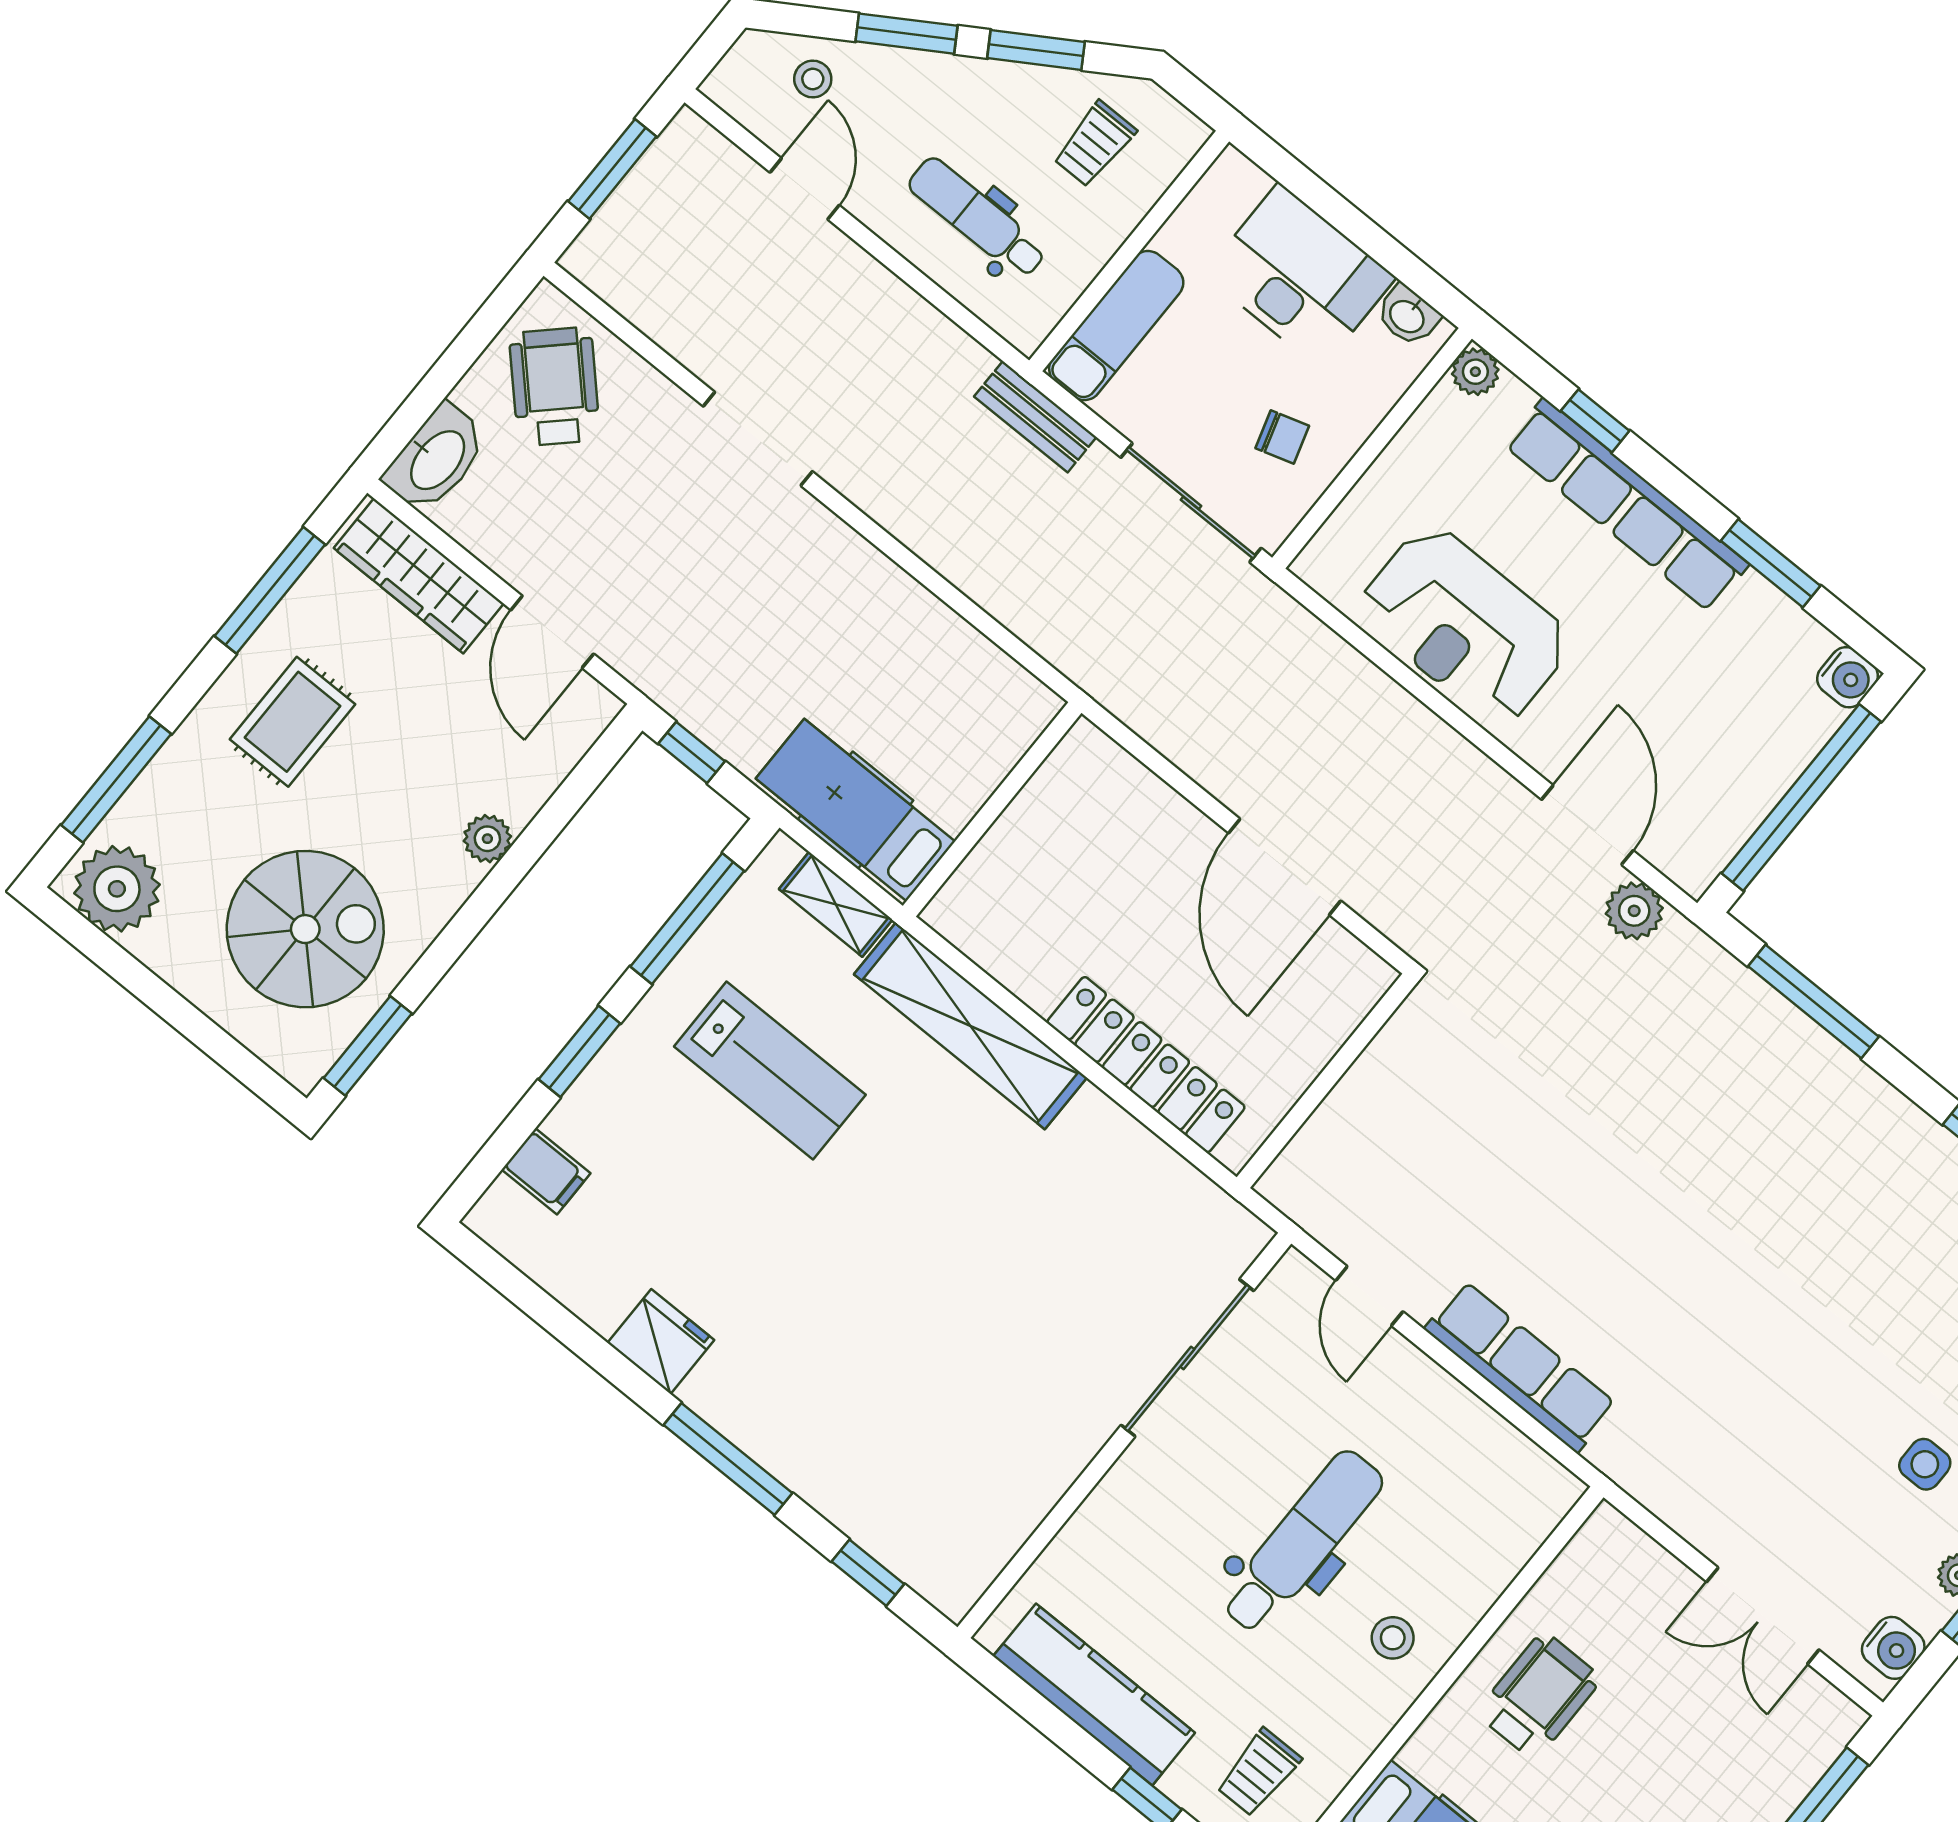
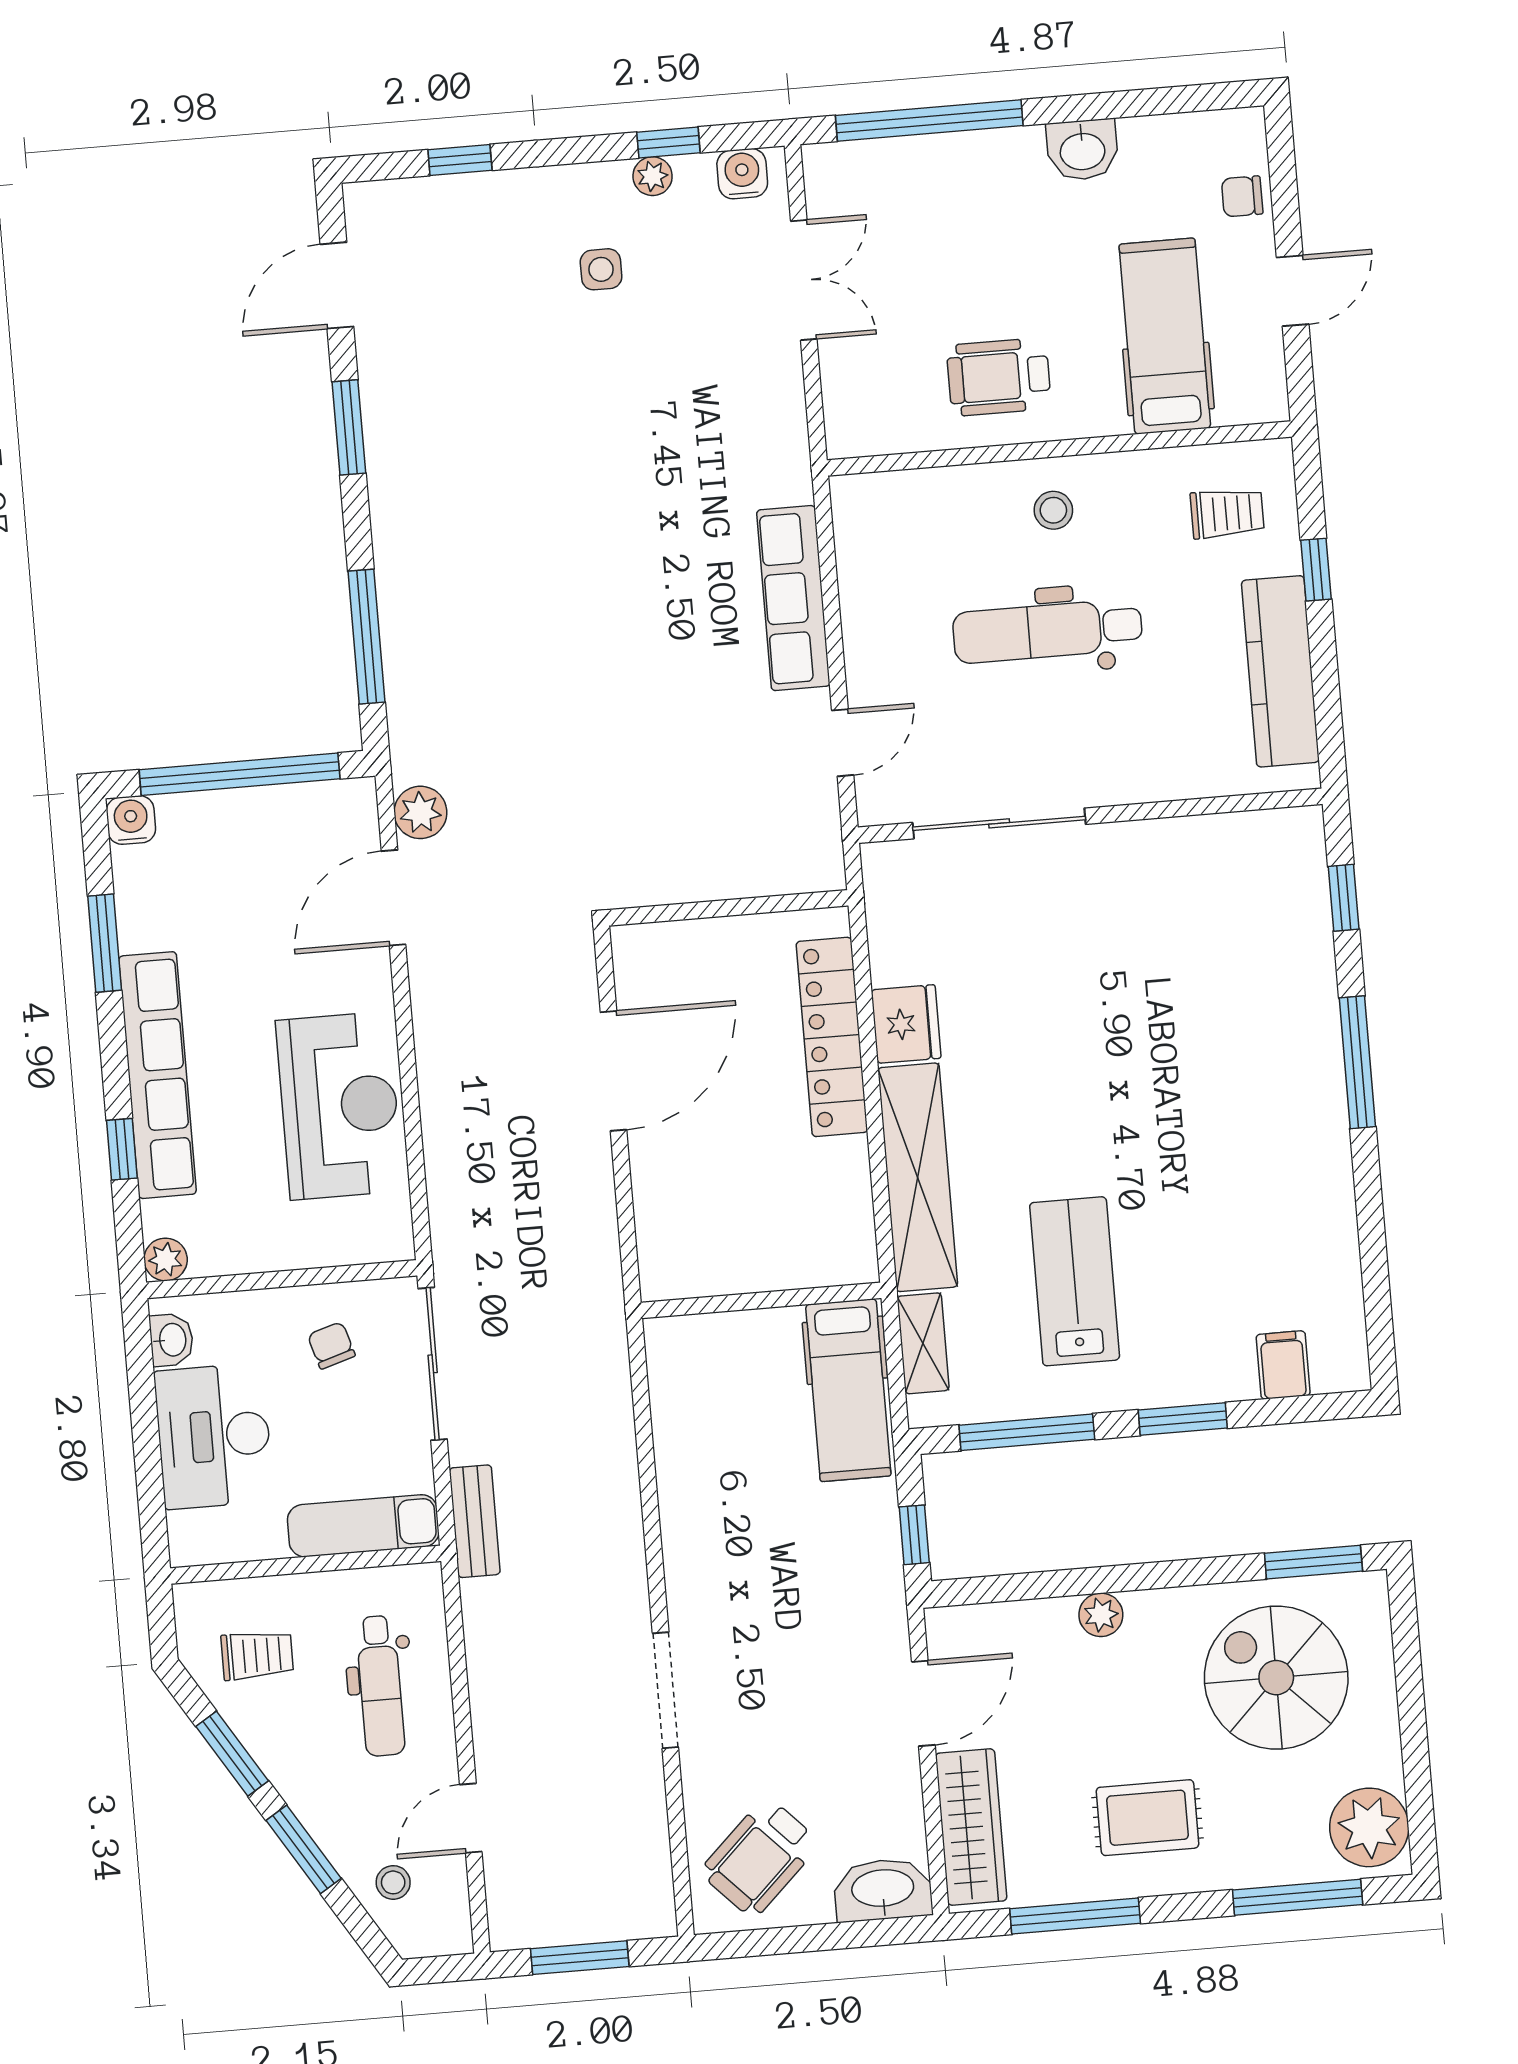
fridge: (661, 1341) -> (906, 1024), moved, turned 180

